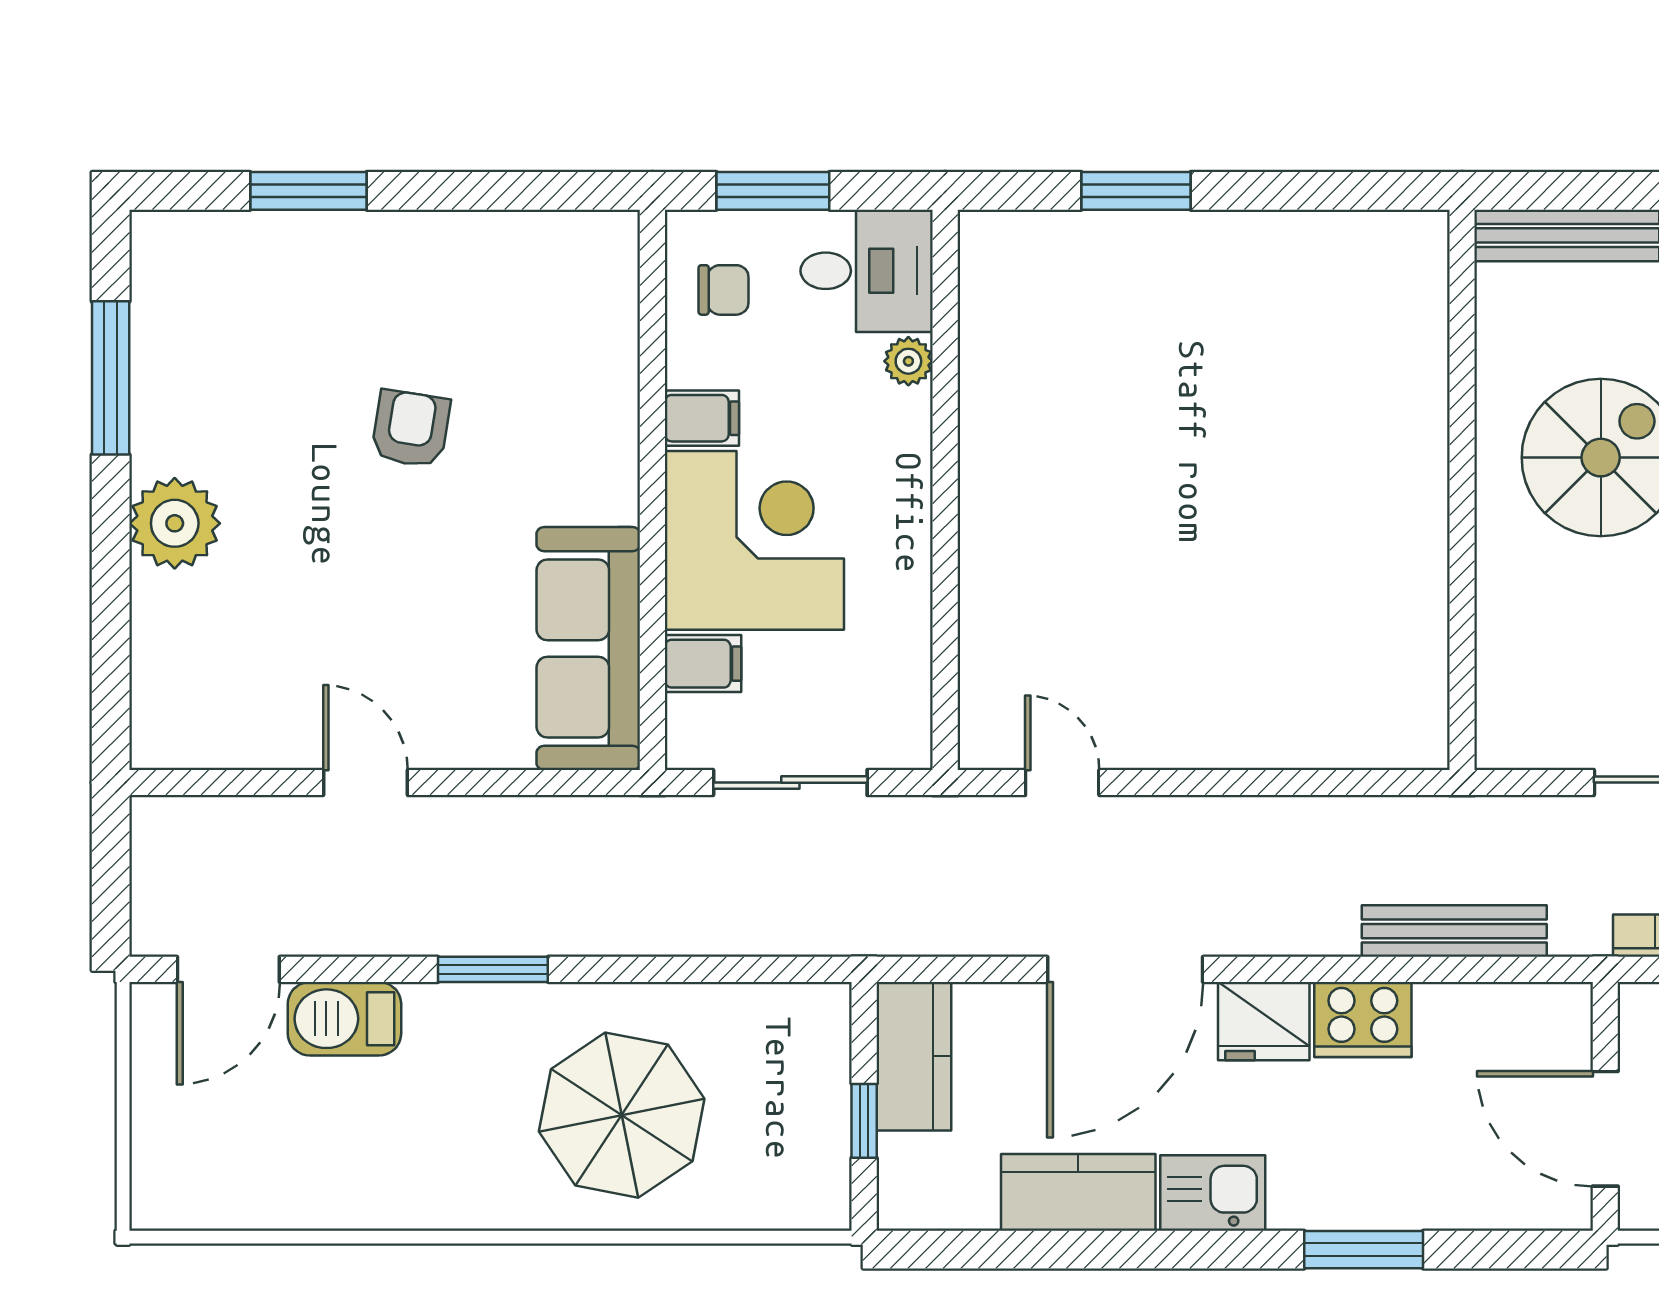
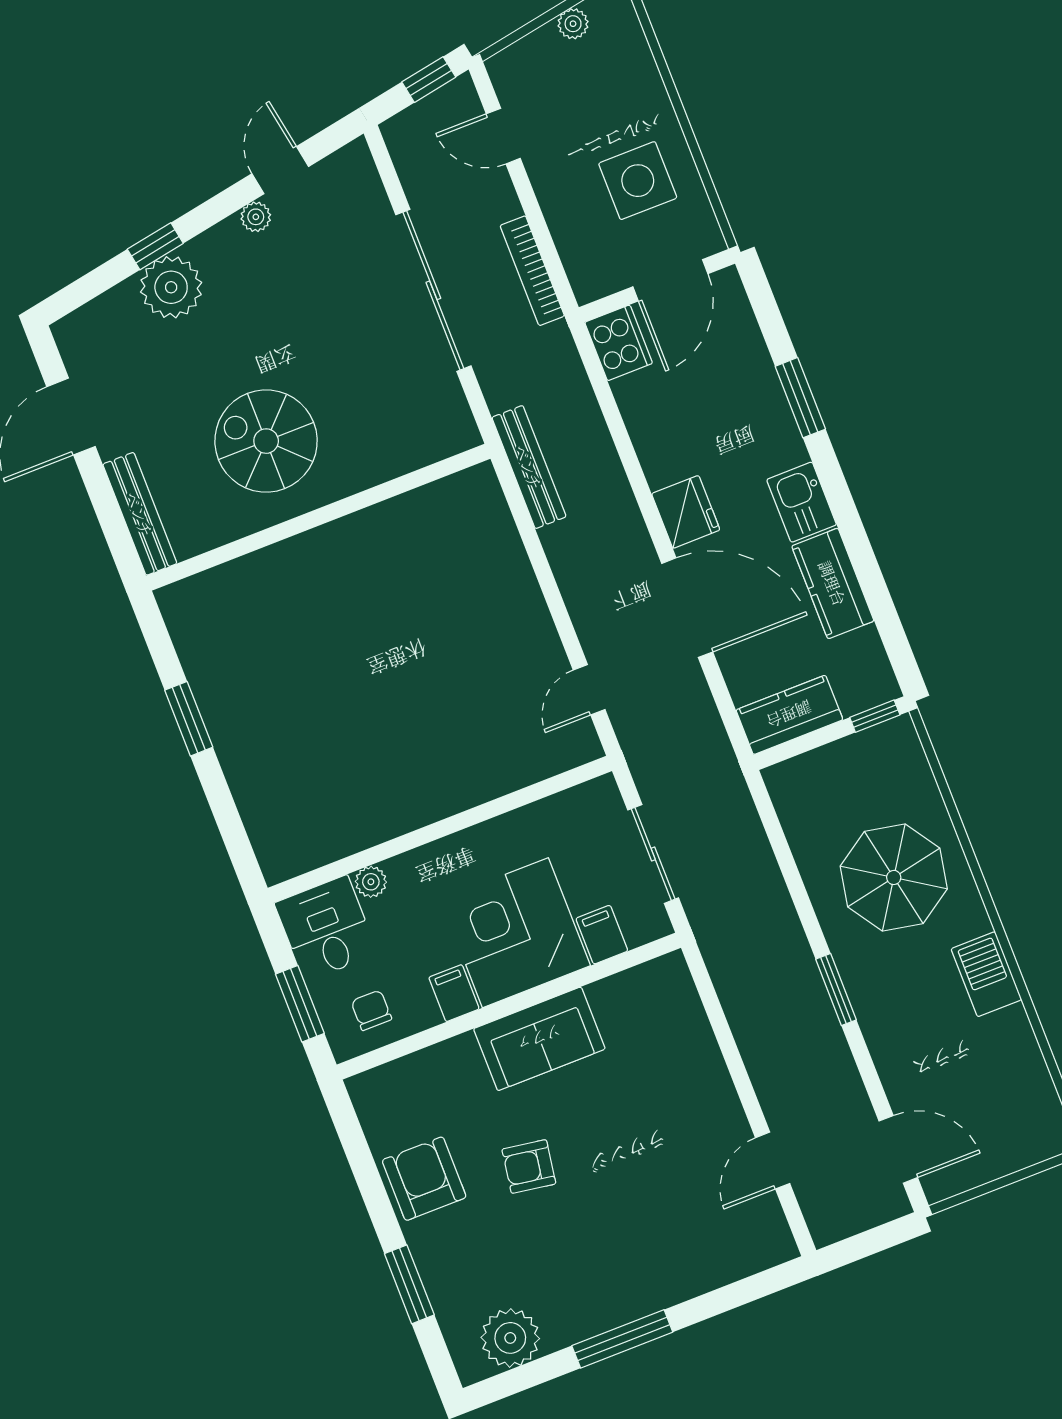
window: (1136, 191) -> (189, 719), moved
armchair: (452, 271) -> (424, 1179), added
window: (111, 378) -> (622, 1339), moved
plant: (175, 523) -> (510, 1338), moved
sofa: (588, 649) -> (539, 1039), moved, width x0.73
door: (365, 783) -> (773, 1161), moved
bench: (1454, 931) -> (529, 467), moved
barbecue: (344, 1019) -> (986, 974), moved, turned 180
cooker: (1363, 1019) -> (619, 343), moved
window: (864, 1121) -> (875, 716), moved

